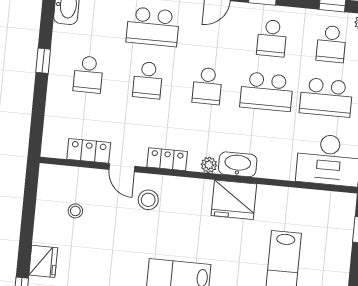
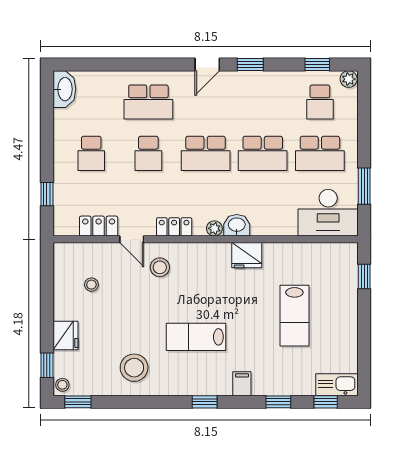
school desk: (272, 38) -> (263, 102), removed
window: (43, 61) -> (47, 194), moved
school desk: (207, 86) -> (206, 153), width x1.85
washbasin: (238, 164) -> (237, 225), width x0.72
fridge: (234, 200) -> (247, 255), width x0.73, depth x0.75

